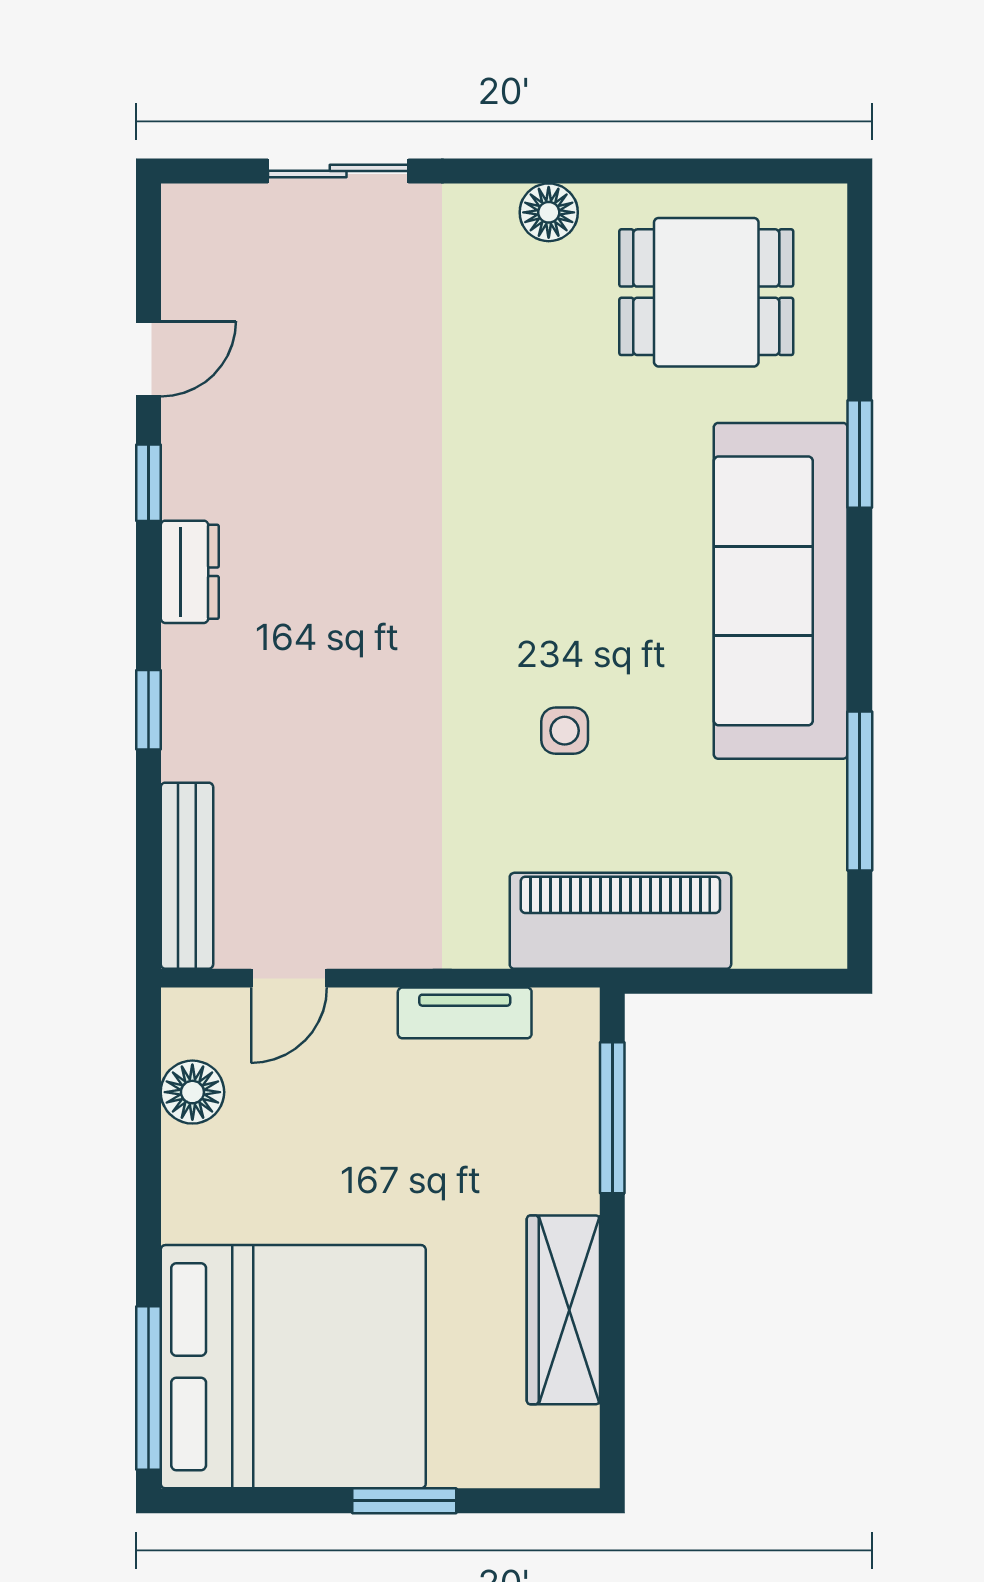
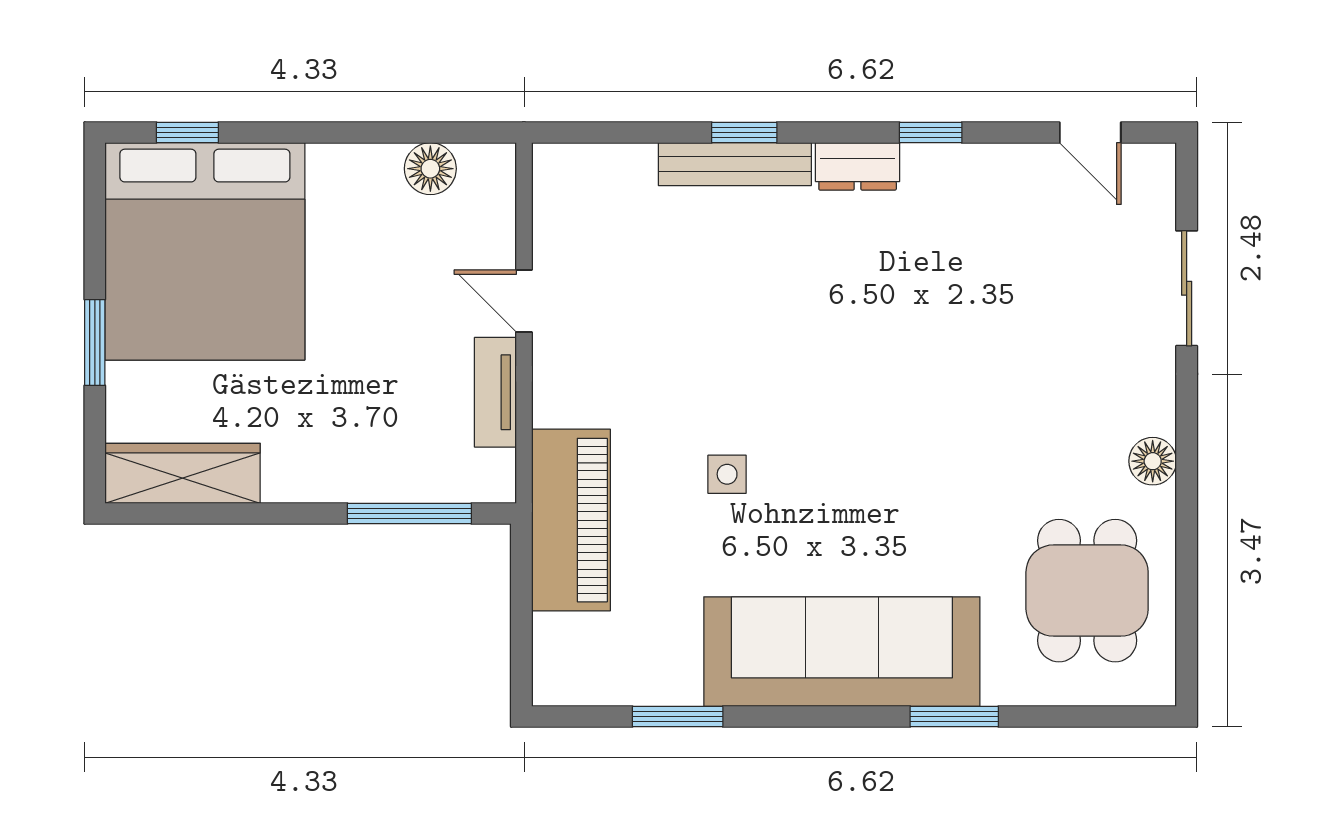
door: (148, 359) -> (1090, 133), moved
window: (860, 791) -> (678, 717), width x0.69
bench: (187, 876) -> (735, 164), moved
door: (289, 978) -> (524, 301), moved
wardrobe: (563, 1310) -> (183, 473), moved
window: (148, 1388) -> (187, 133), width x0.46

